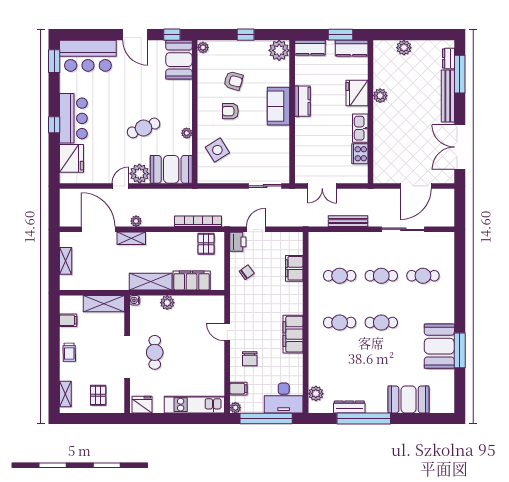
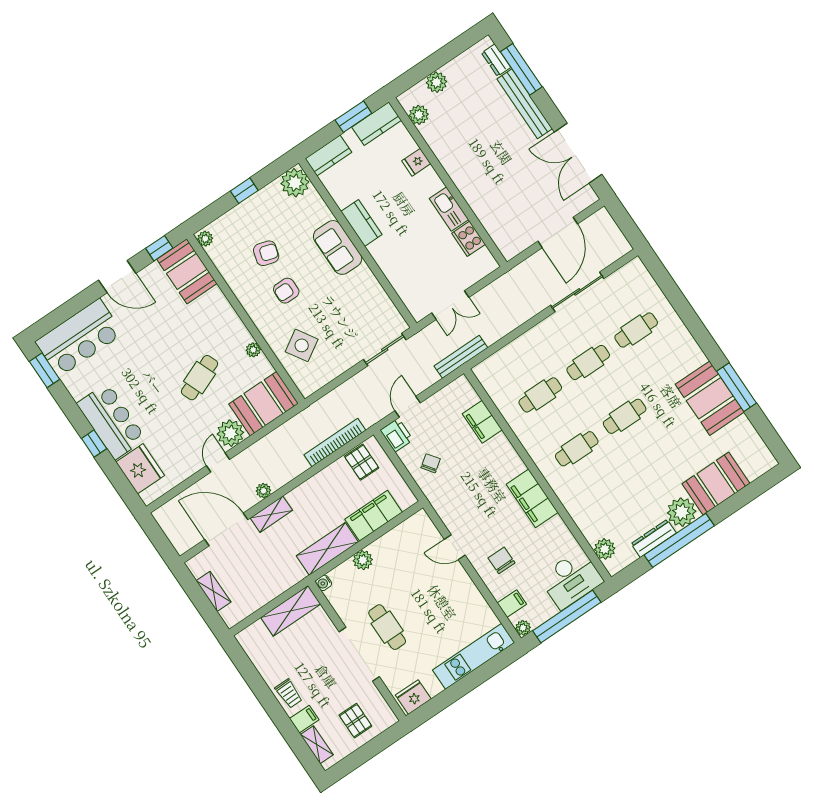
fridge: (357, 93) -> (416, 162), width x0.53, depth x0.75
plant: (380, 96) -> (419, 115), moved
bench: (348, 221) -> (461, 357), moved
filing cabinet: (68, 320) -> (304, 719), moved
chair: (250, 359) -> (501, 560), turned 180
plant: (377, 403) -> (682, 512), added

